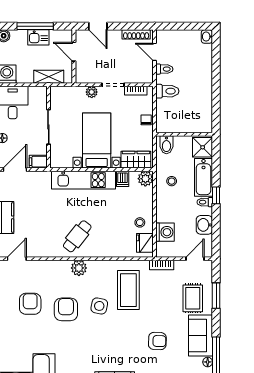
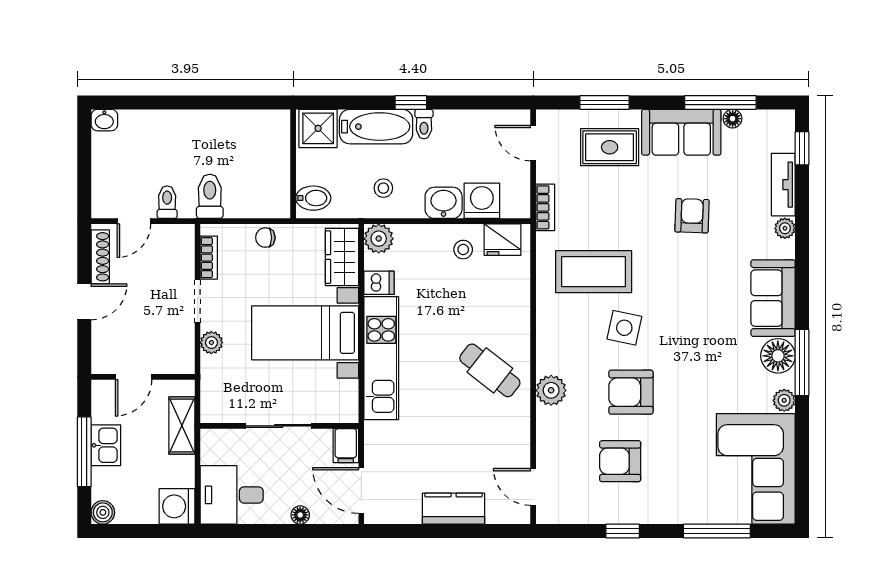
door: (98, 26) -> (84, 302), moved
washbasin: (204, 225) -> (444, 203), moved, turned 180
plant: (79, 268) -> (551, 390), moved

